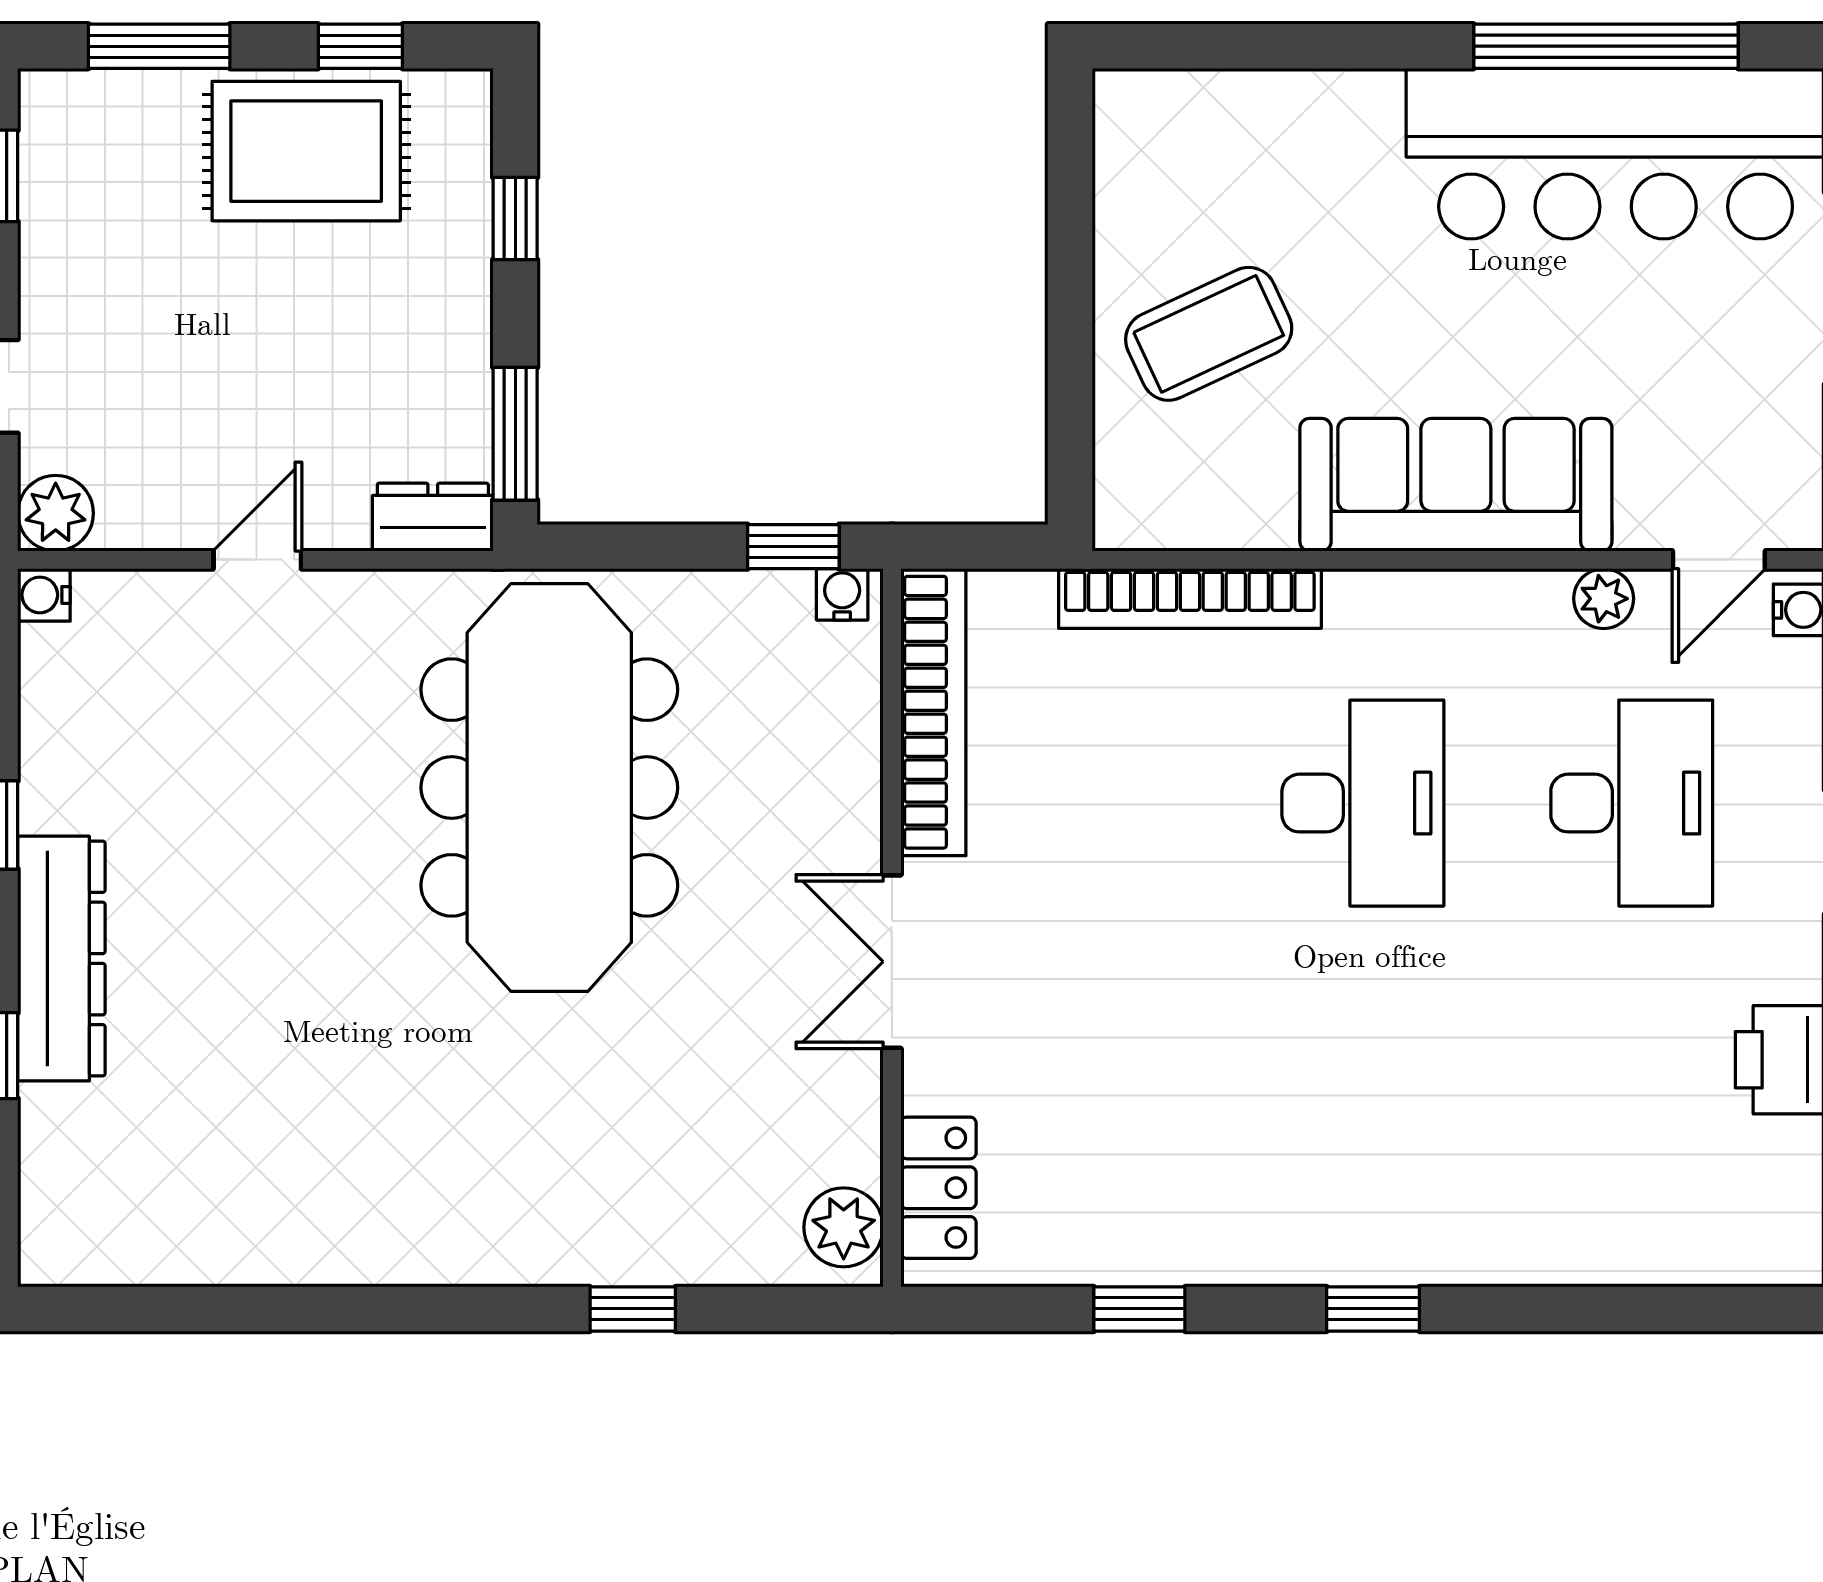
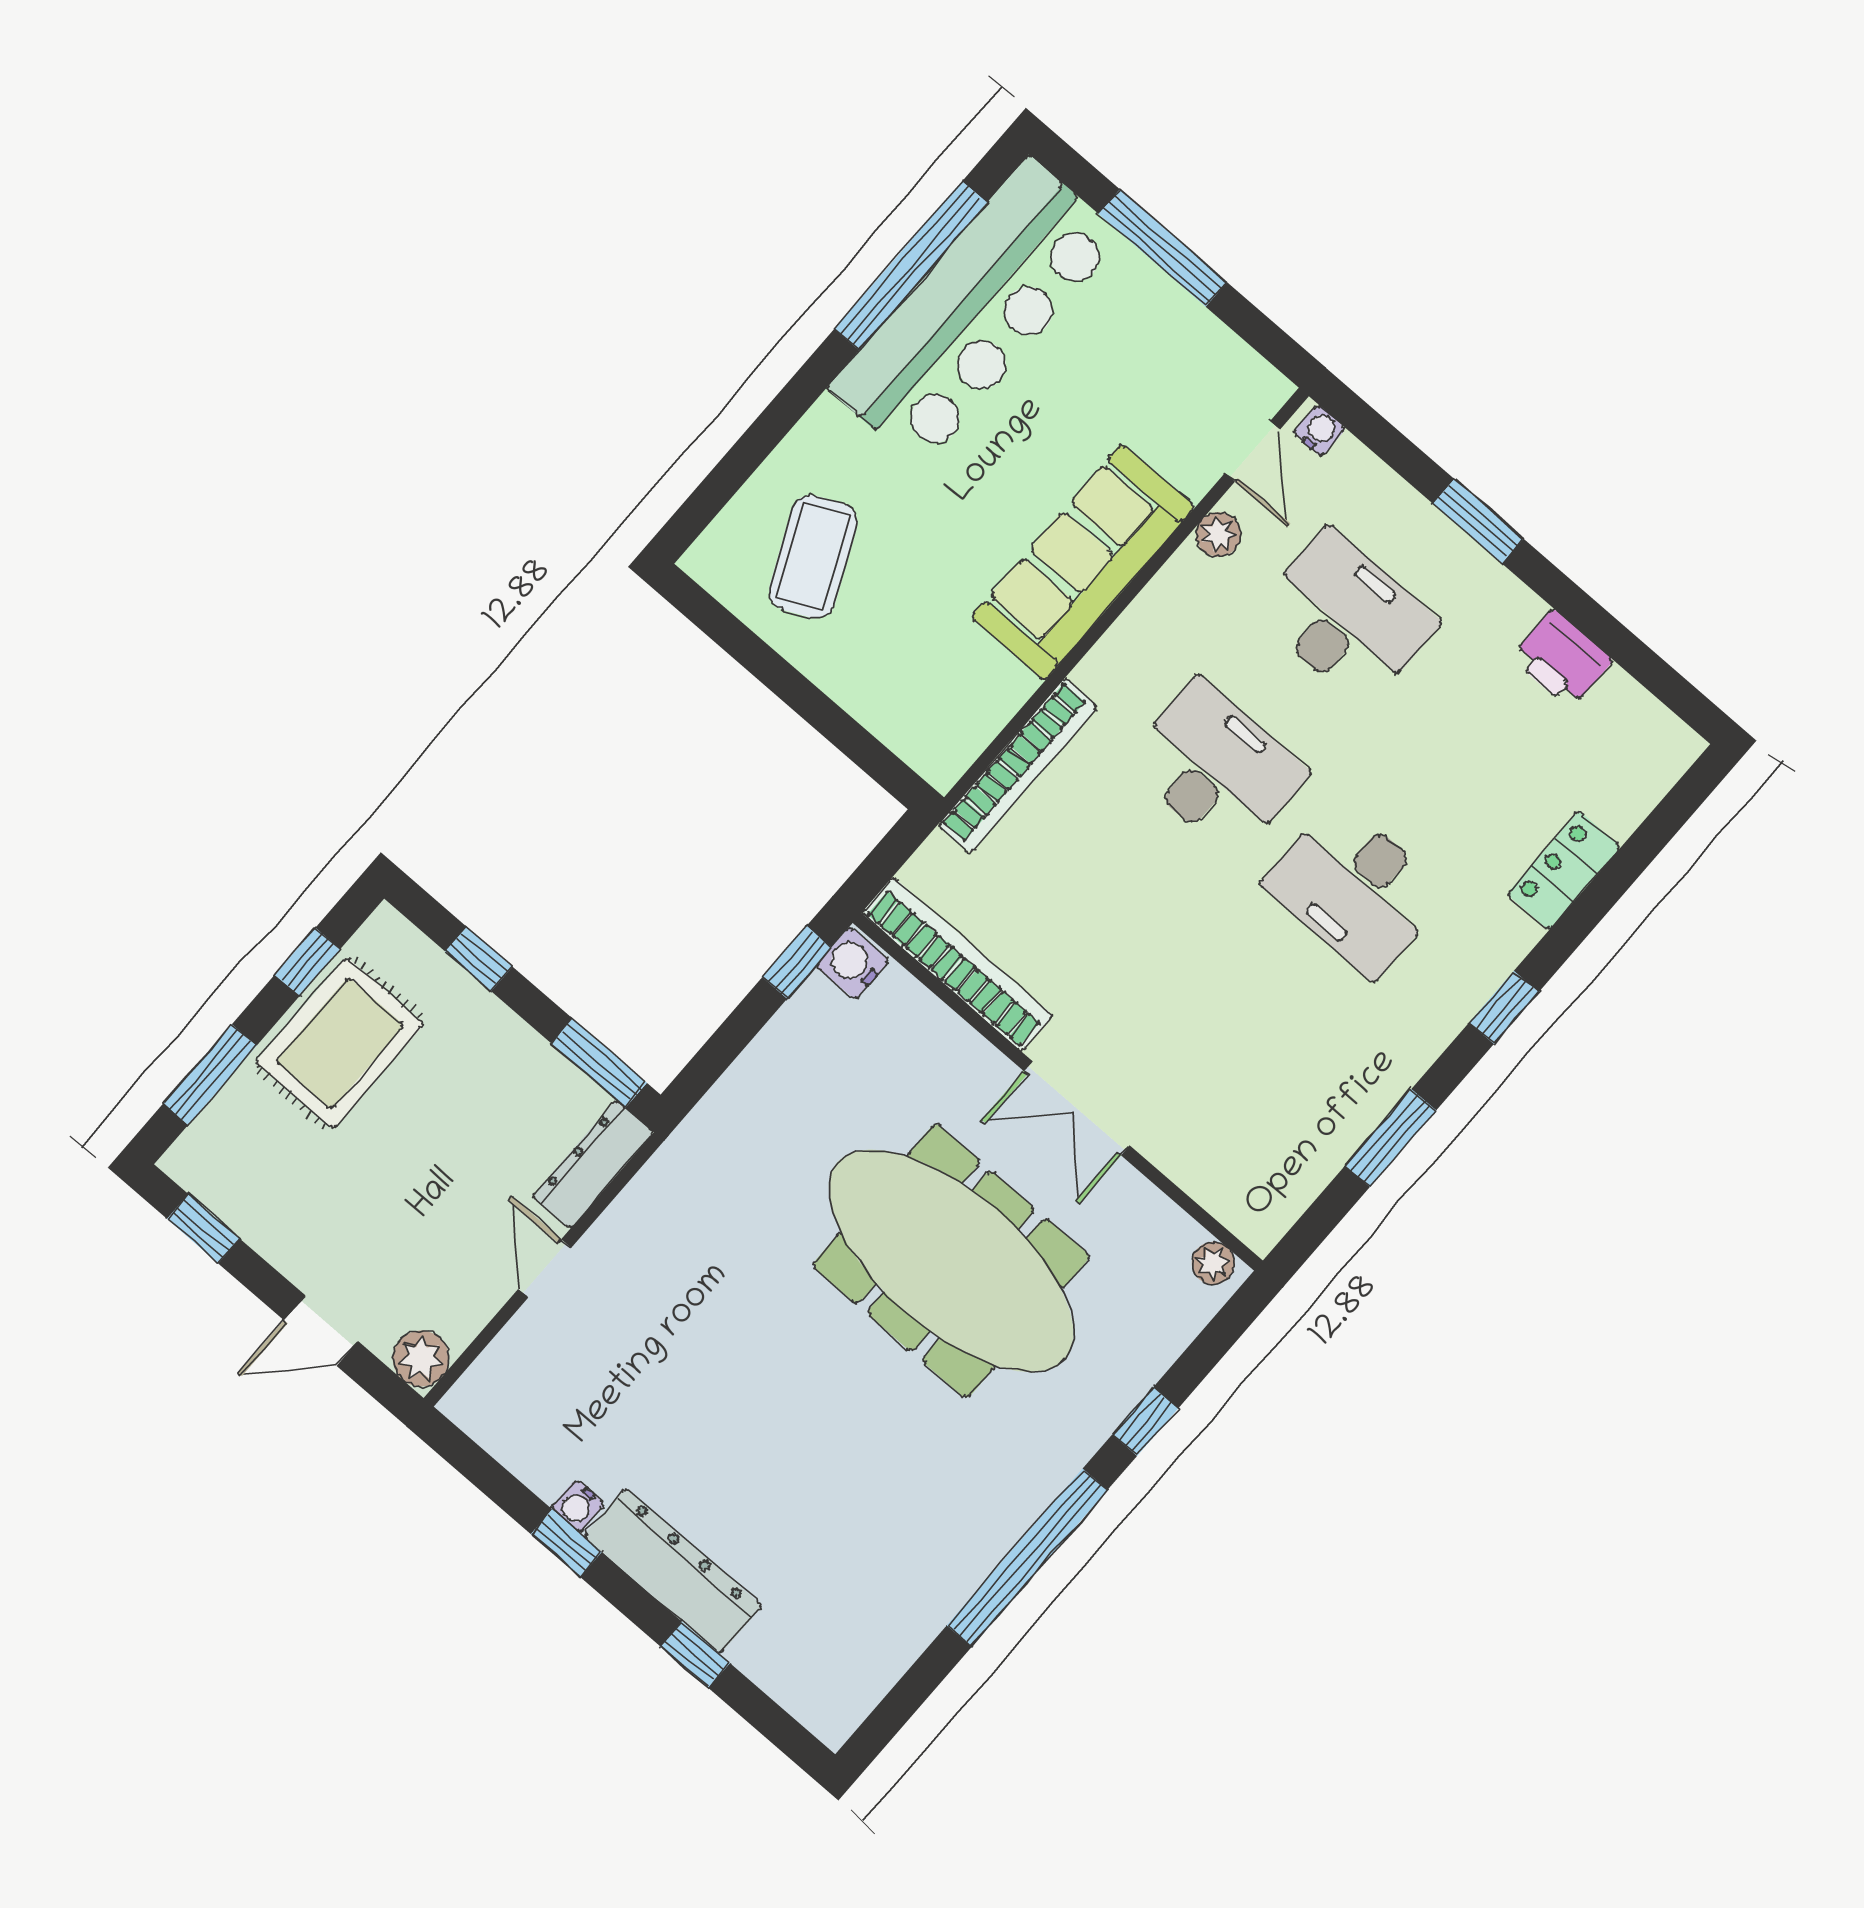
coffee table: (1209, 334) -> (813, 557), moved
dresser: (433, 517) -> (593, 1164), width x1.44
water cooler: (842, 594) -> (853, 963), width x1.38, depth x1.38
water cooler: (44, 595) -> (578, 1506), moved
meeting table: (549, 788) -> (951, 1261), moved
desk: (1363, 1052) -> (1356, 889), added
locker: (938, 1188) -> (1564, 871), moved, turned -90
plant: (844, 1227) -> (1213, 1263), width x0.73, depth x0.73
window: (389, 1309) -> (1027, 1558), added
window: (1139, 1309) -> (1391, 1138), width x1.50

